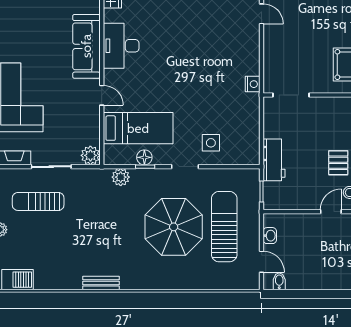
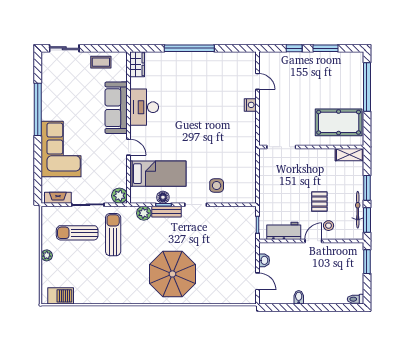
nightstand: (253, 84) -> (250, 105), moved
workbench: (274, 160) -> (284, 231), moved, turned -90
parasol: (174, 227) -> (172, 274), moved
sun lounger: (224, 227) -> (113, 235), moved, width x0.73, depth x0.75
bidet: (279, 281) -> (299, 297), moved
bench: (101, 283) -> (167, 212), moved

